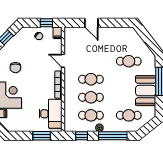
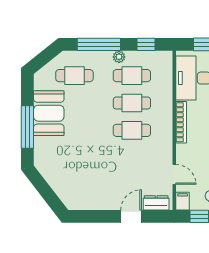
door: (91, 23) -> (131, 216), hinge flipped
dresser: (75, 32) -> (156, 203), added
door: (63, 61) -> (174, 174), moved
cafe table: (129, 61) -> (74, 158), removed

